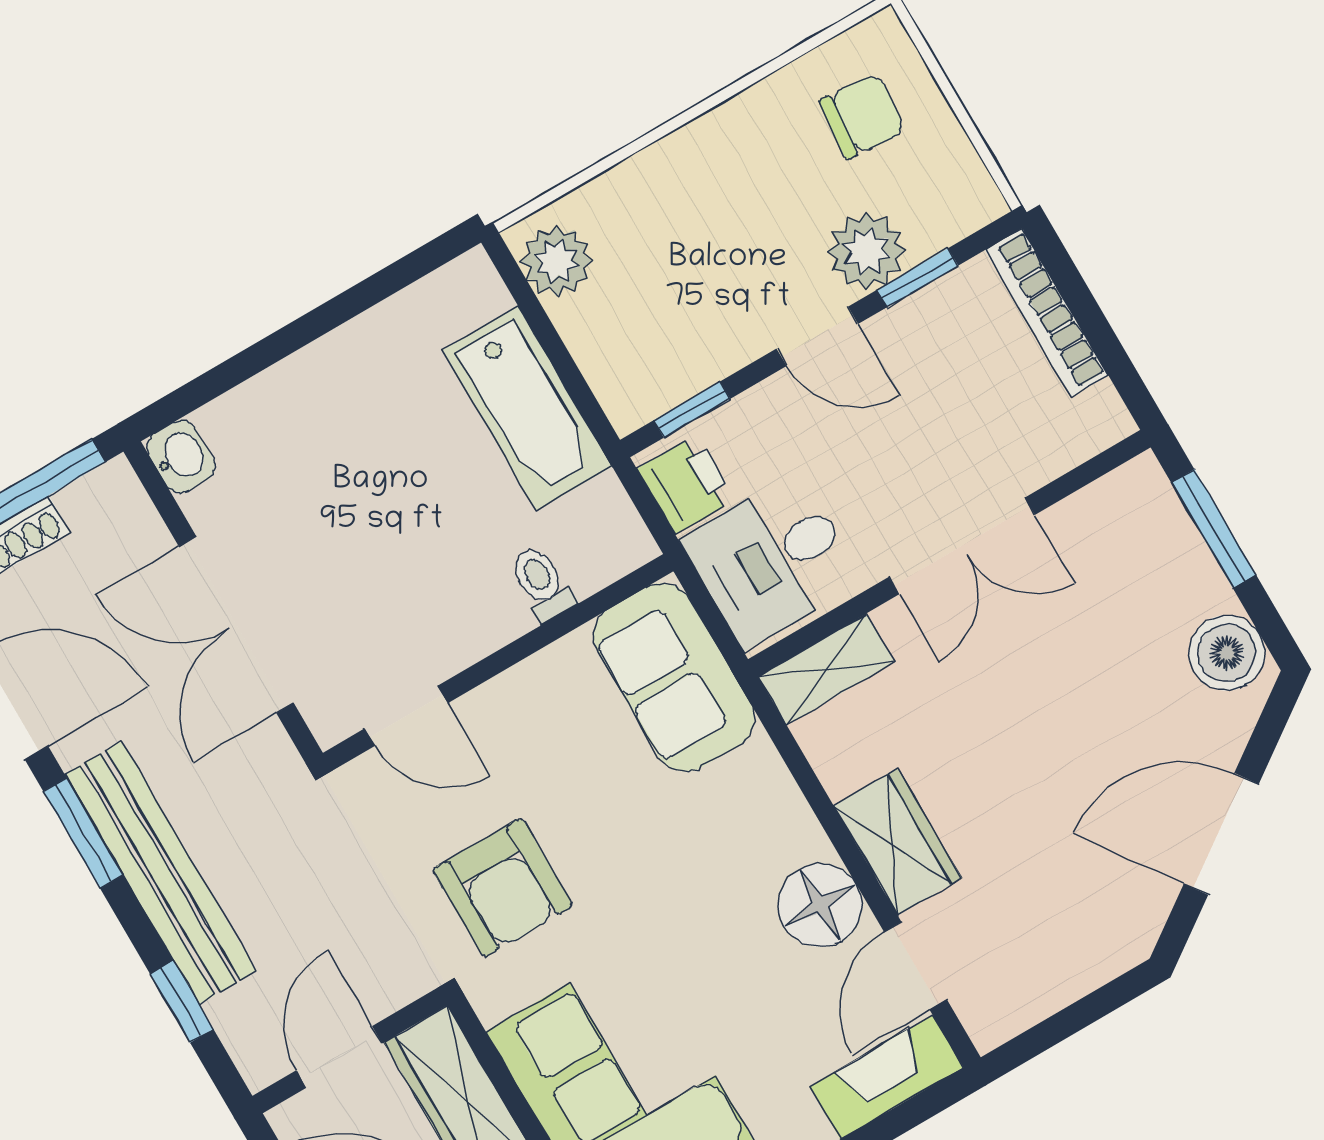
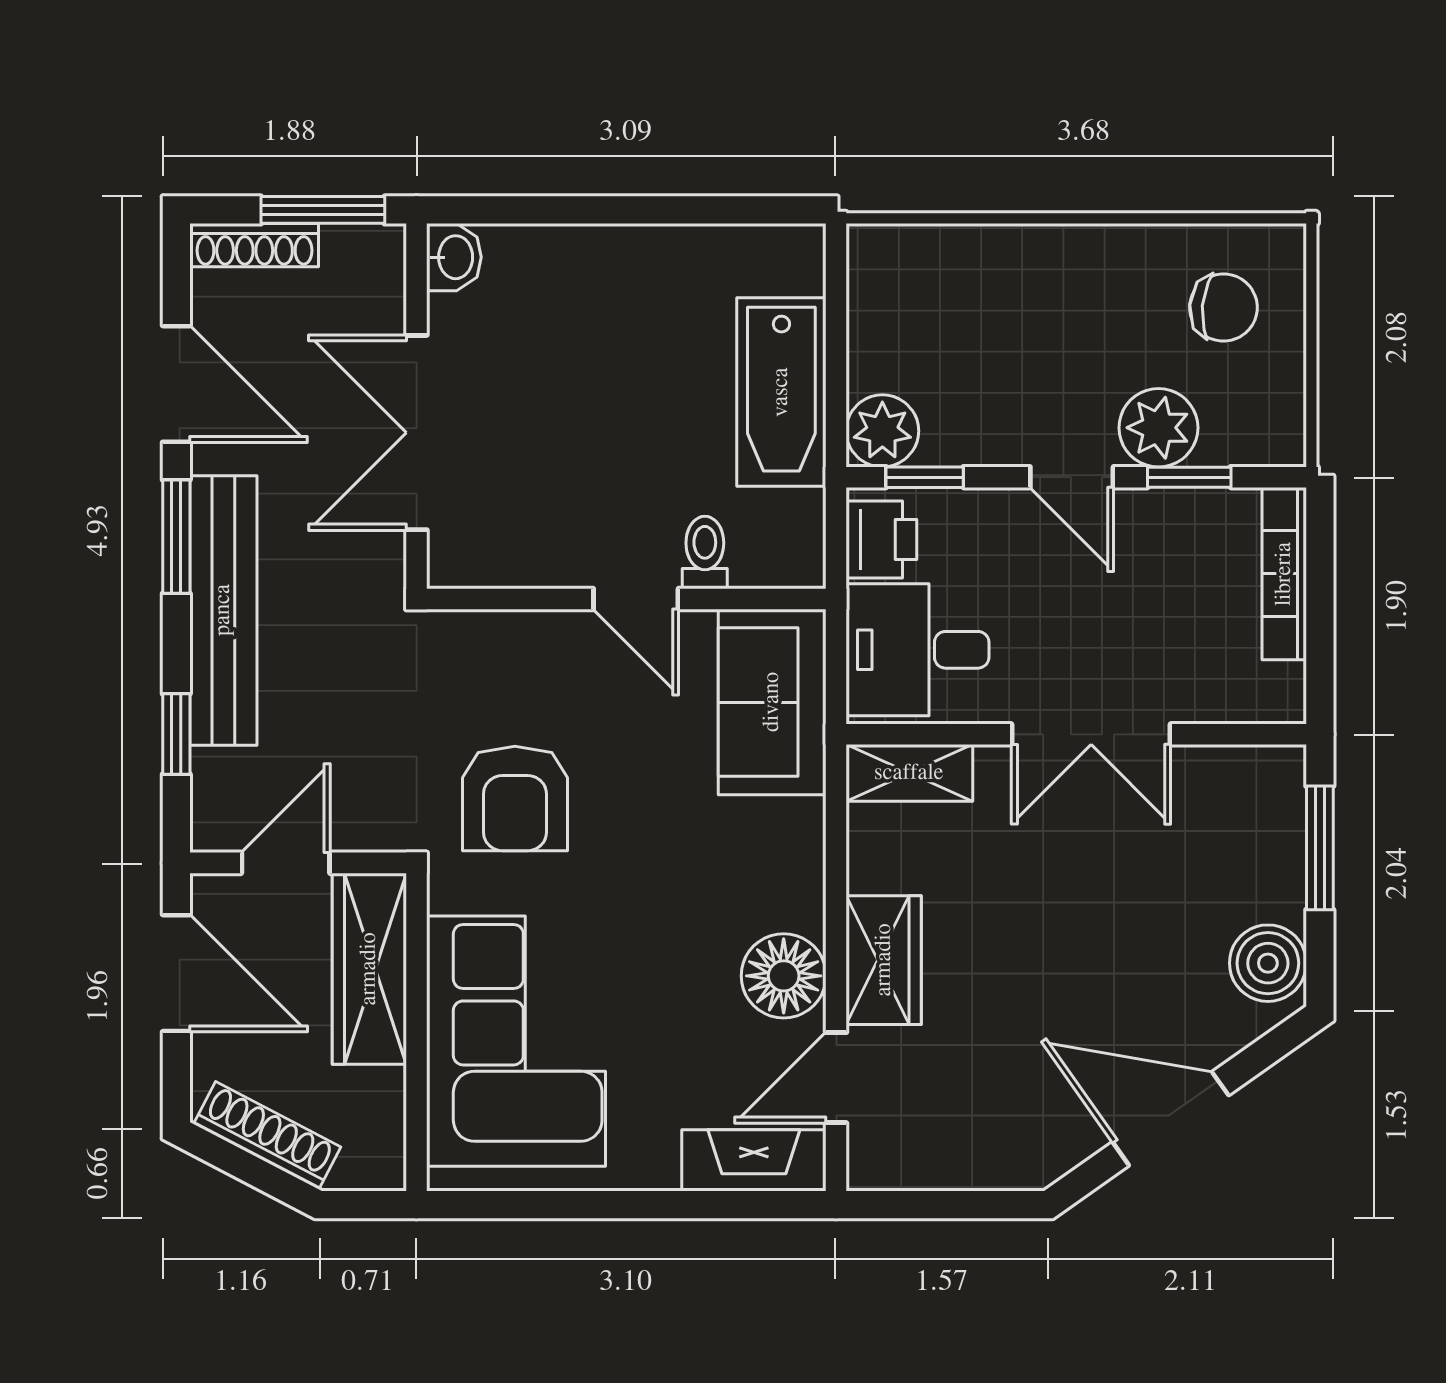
plant: (557, 261) -> (882, 431), moved
door: (406, 716) -> (636, 599), moved

